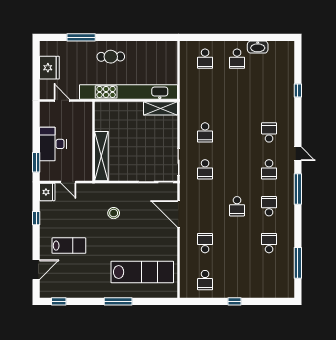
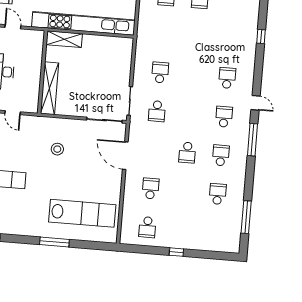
shelving: (160, 108) -> (64, 39), moved
school desk: (205, 132) -> (160, 73), turned 180
school desk: (269, 169) -> (224, 117), turned 180

